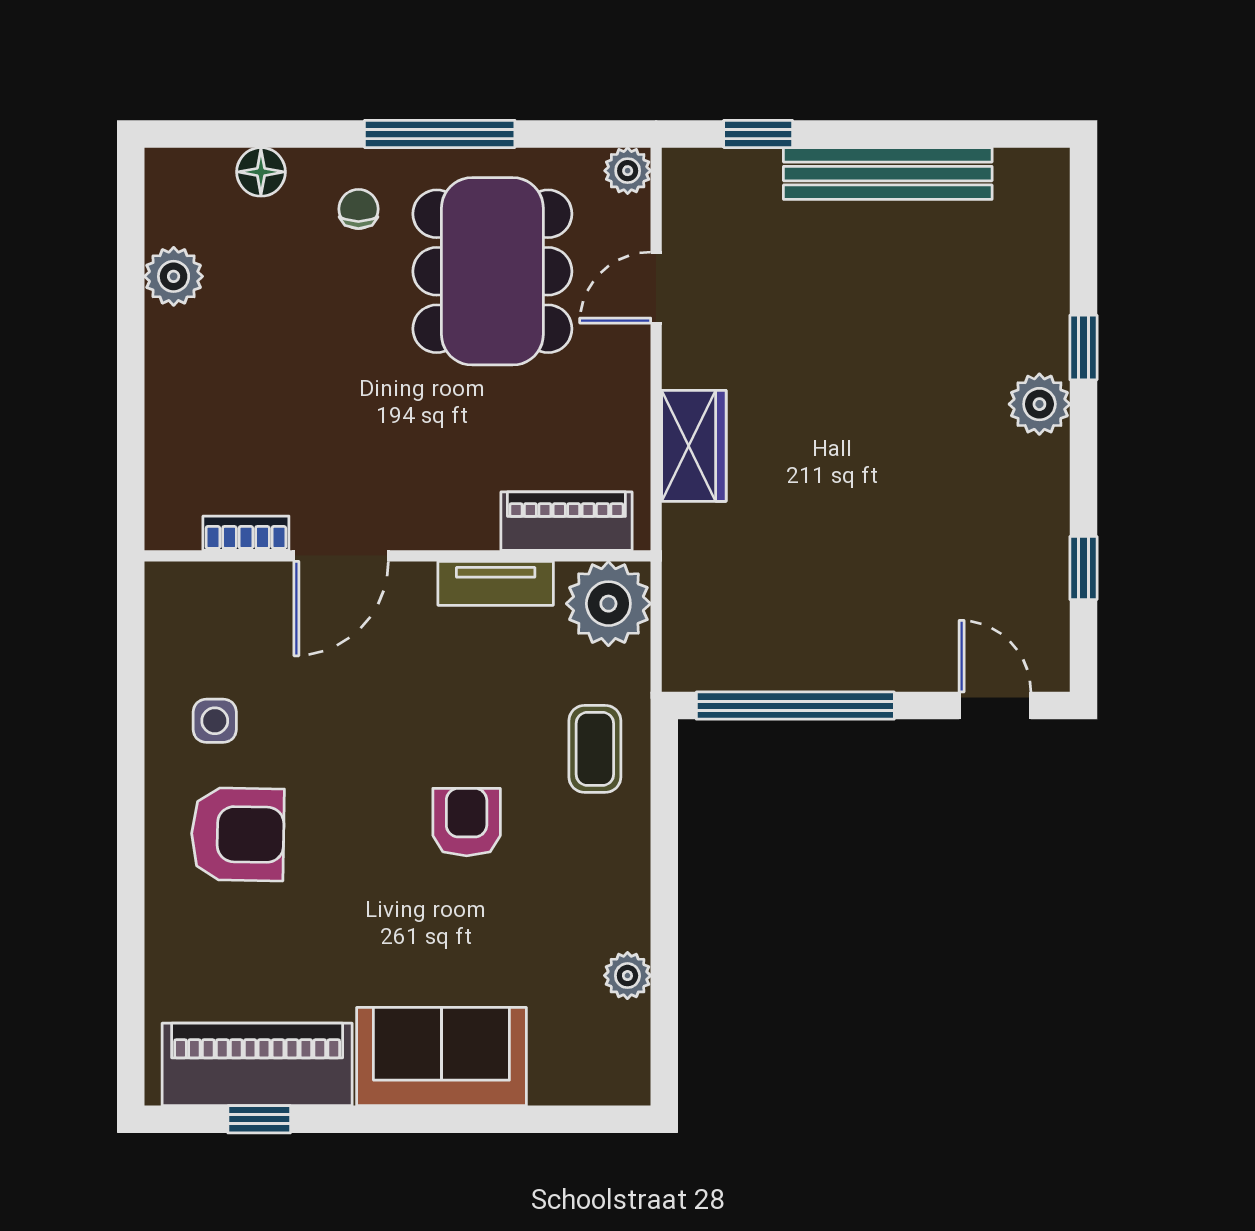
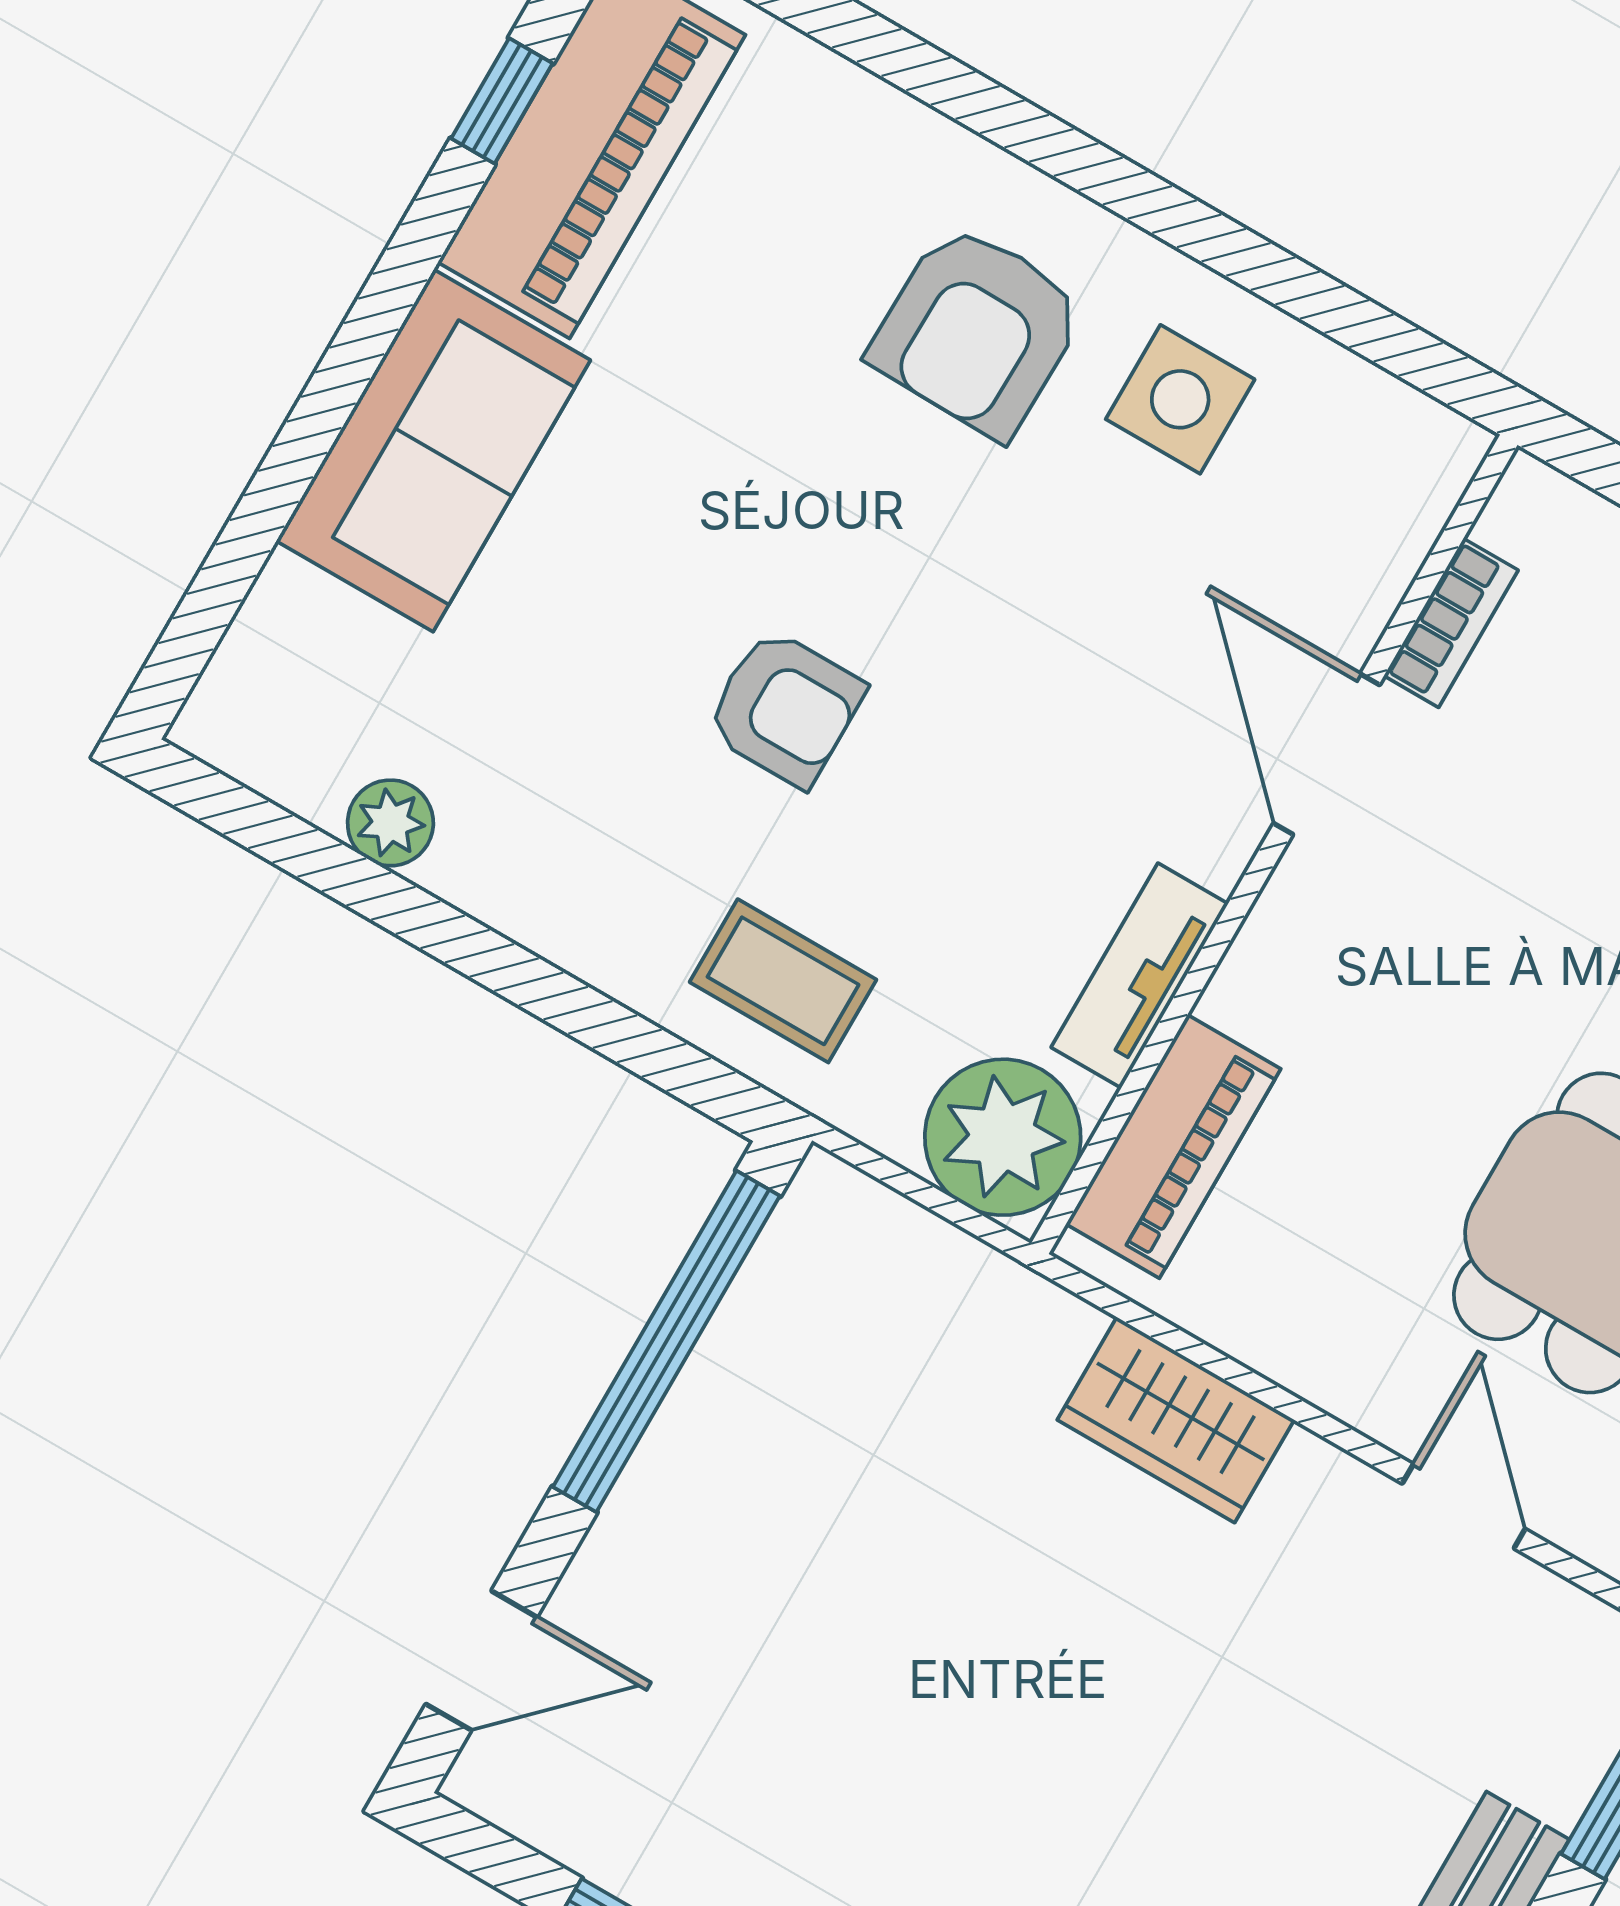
side table: (215, 721) -> (1180, 399), width x1.37, depth x1.37

